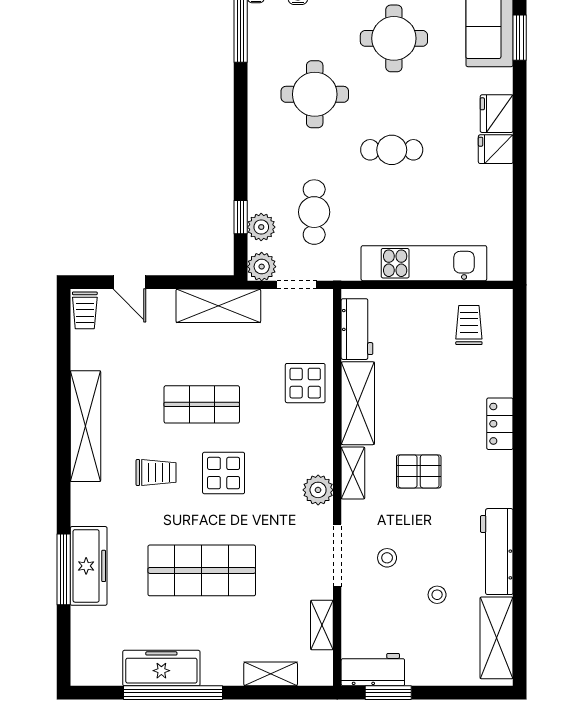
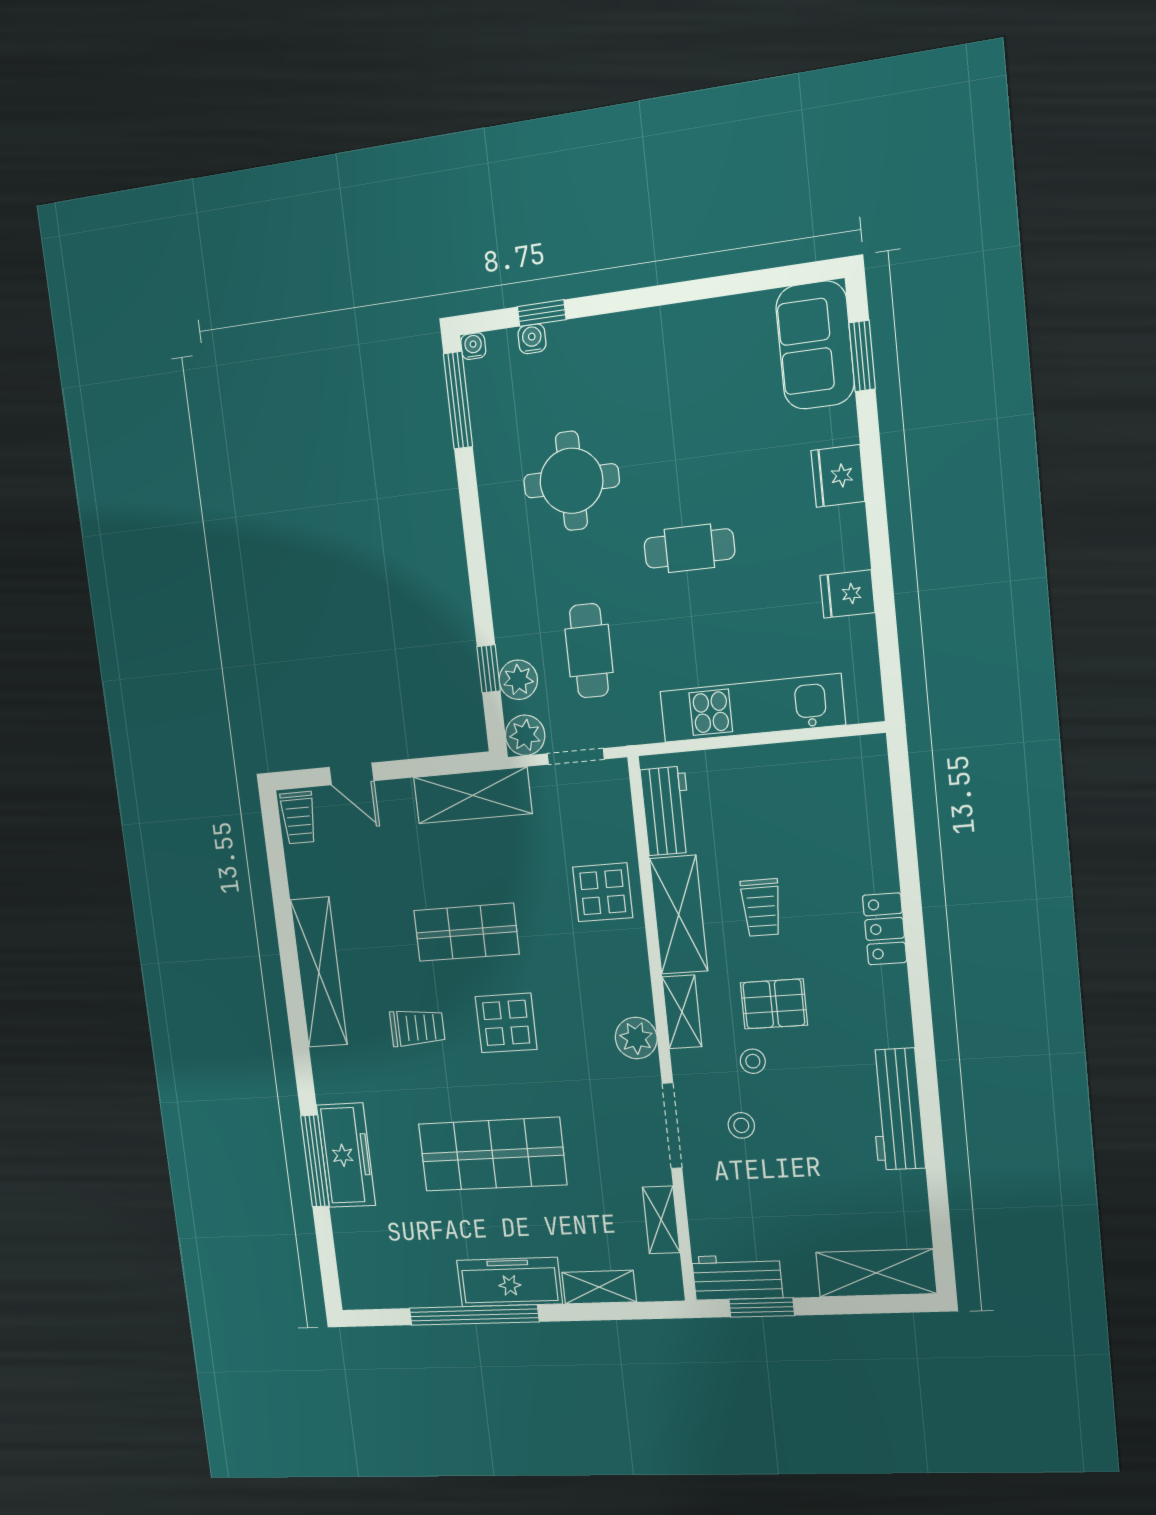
round table: (394, 38) -> (676, 383), removed
fridge: (496, 149) -> (847, 594), moved
trolley: (469, 325) -> (761, 908), moved, turned 180
stool: (437, 595) -> (753, 1061), moved
shelving: (497, 638) -> (876, 1273), moved, turned 90
freezer: (161, 668) -> (509, 1282), moved

